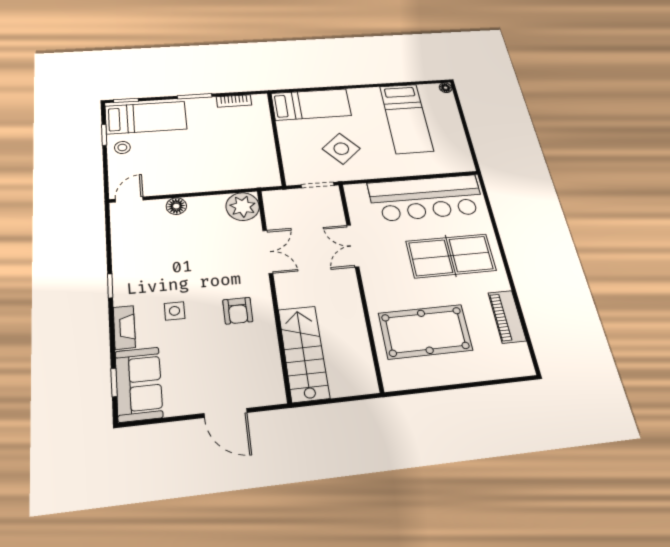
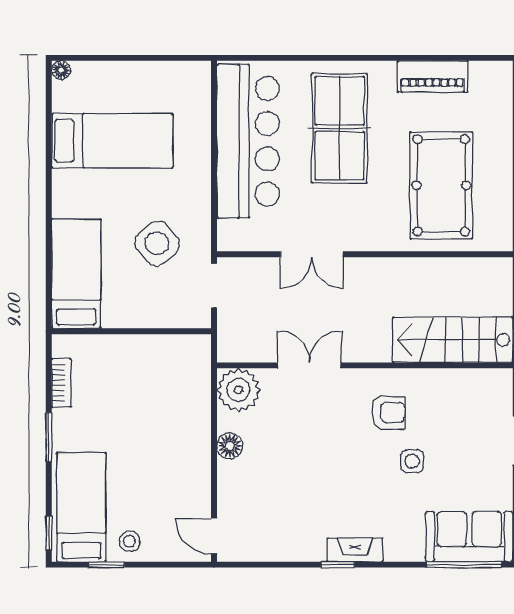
floor lamp: (176, 206) -> (230, 446), moved
side table: (175, 311) -> (412, 461), moved
fireplace: (124, 327) -> (355, 550), moved
window: (114, 382) -> (464, 565), width x2.17

